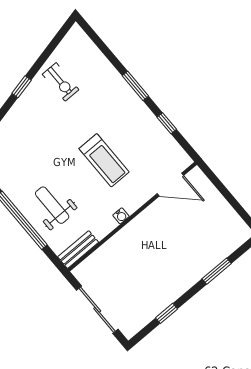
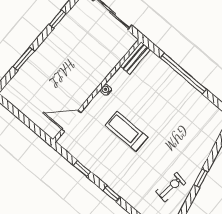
exercise bike: (61, 82) -> (171, 187), turned 97
window: (135, 86) -> (112, 194), width x0.67
weight bench: (52, 205) -> (162, 89), removed

